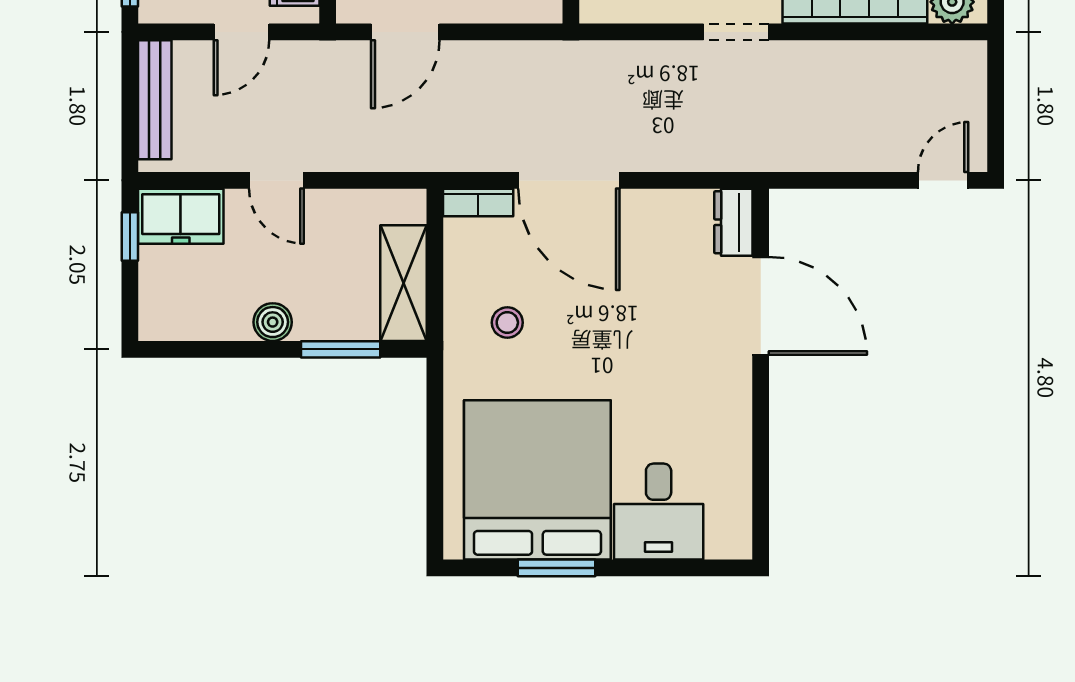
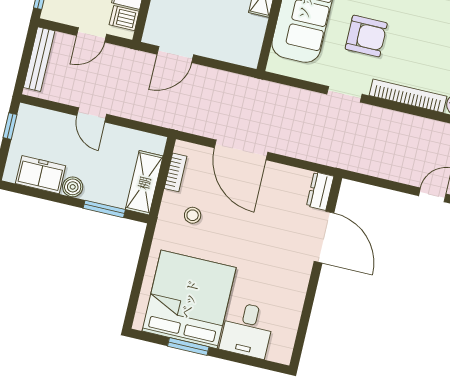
bookcase: (478, 203) -> (176, 172), moved, turned -90
freezer: (181, 216) -> (41, 175), moved, turned 180

